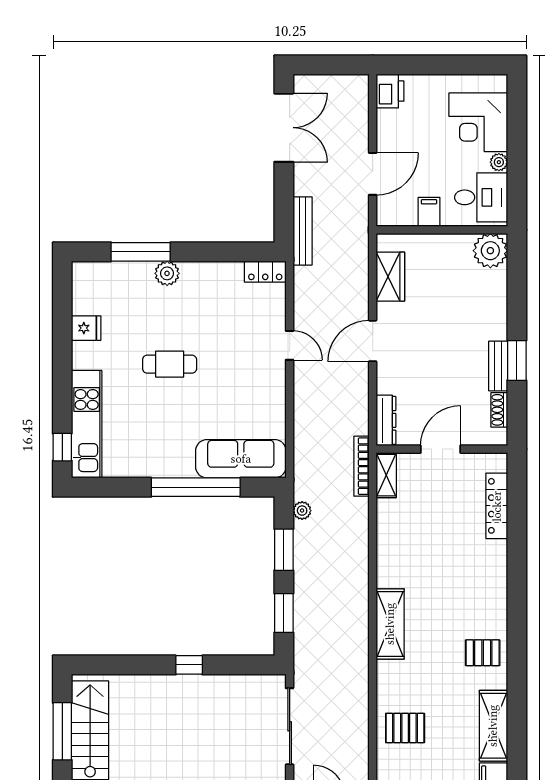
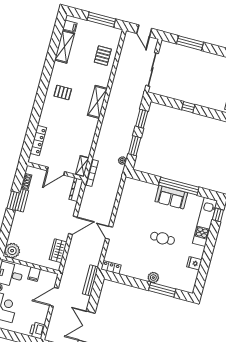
sofa: (241, 459) -> (171, 197), moved, width x0.73
window: (196, 487) -> (179, 186), moved
pallet: (483, 653) -> (63, 92), moved
pallet: (405, 728) -> (103, 56), turned 90

